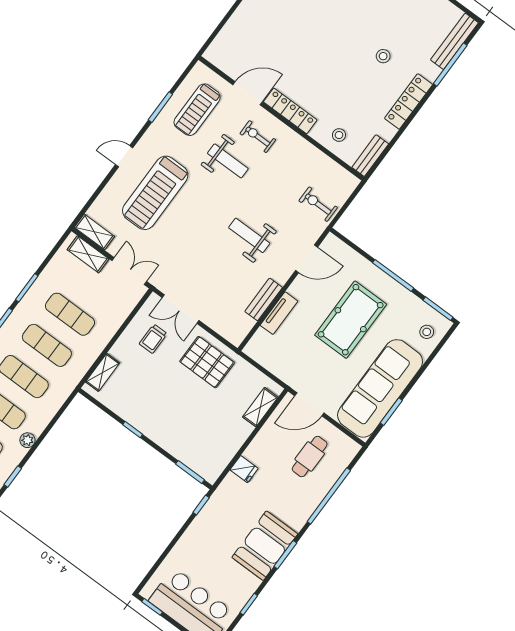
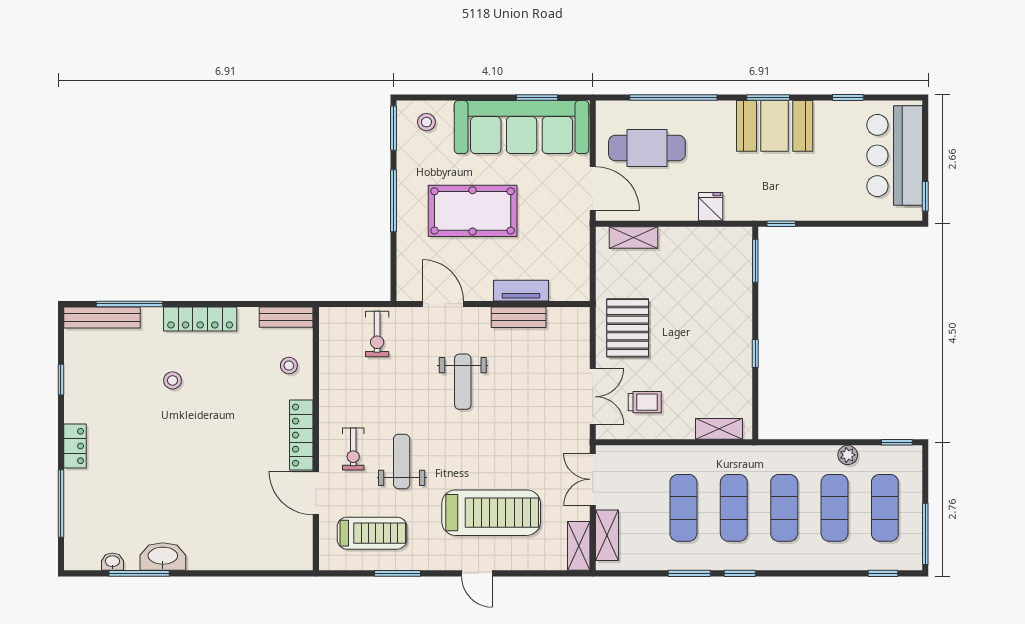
cafe table: (310, 457) -> (647, 148), width x1.37, depth x1.35

